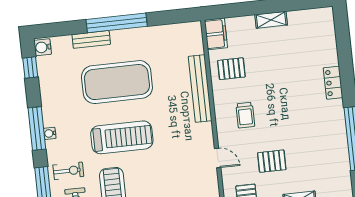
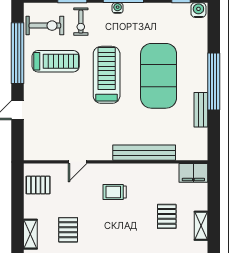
bench: (91, 39) -> (201, 110), moved
pallet: (231, 69) -> (167, 216), moved
treadmill: (122, 137) -> (107, 75), turned 180
pallet: (272, 161) -> (68, 230), moved

